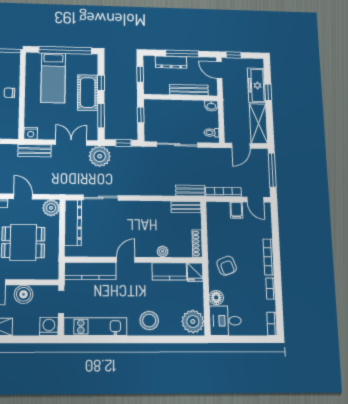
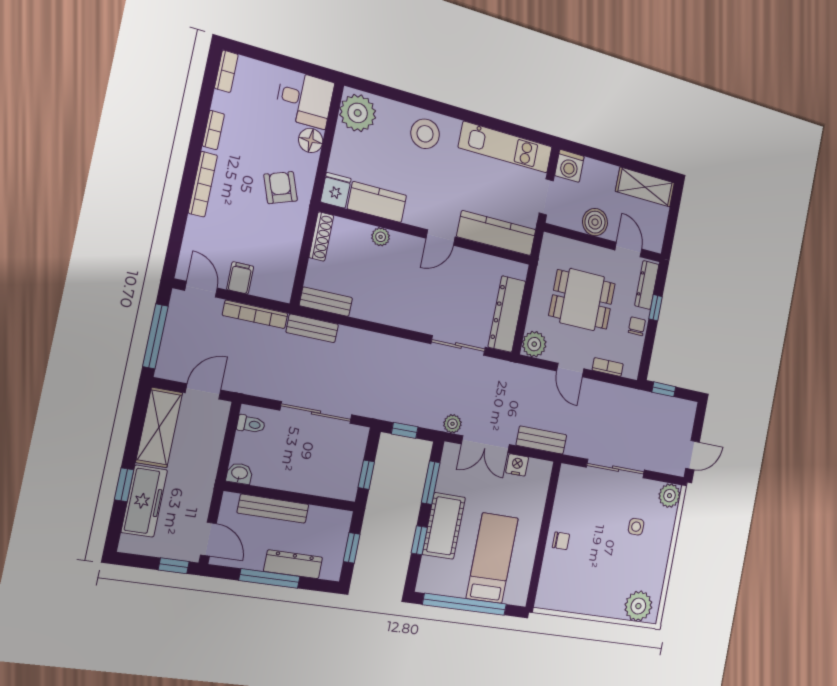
nightstand: (31, 133) -> (517, 465), moved
plant: (100, 156) -> (452, 424), width x0.53, depth x0.53

